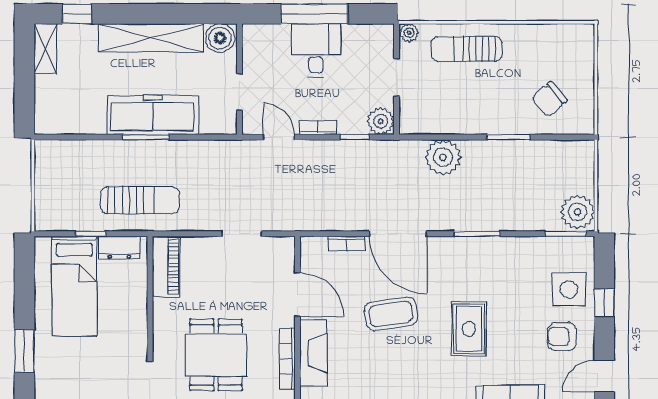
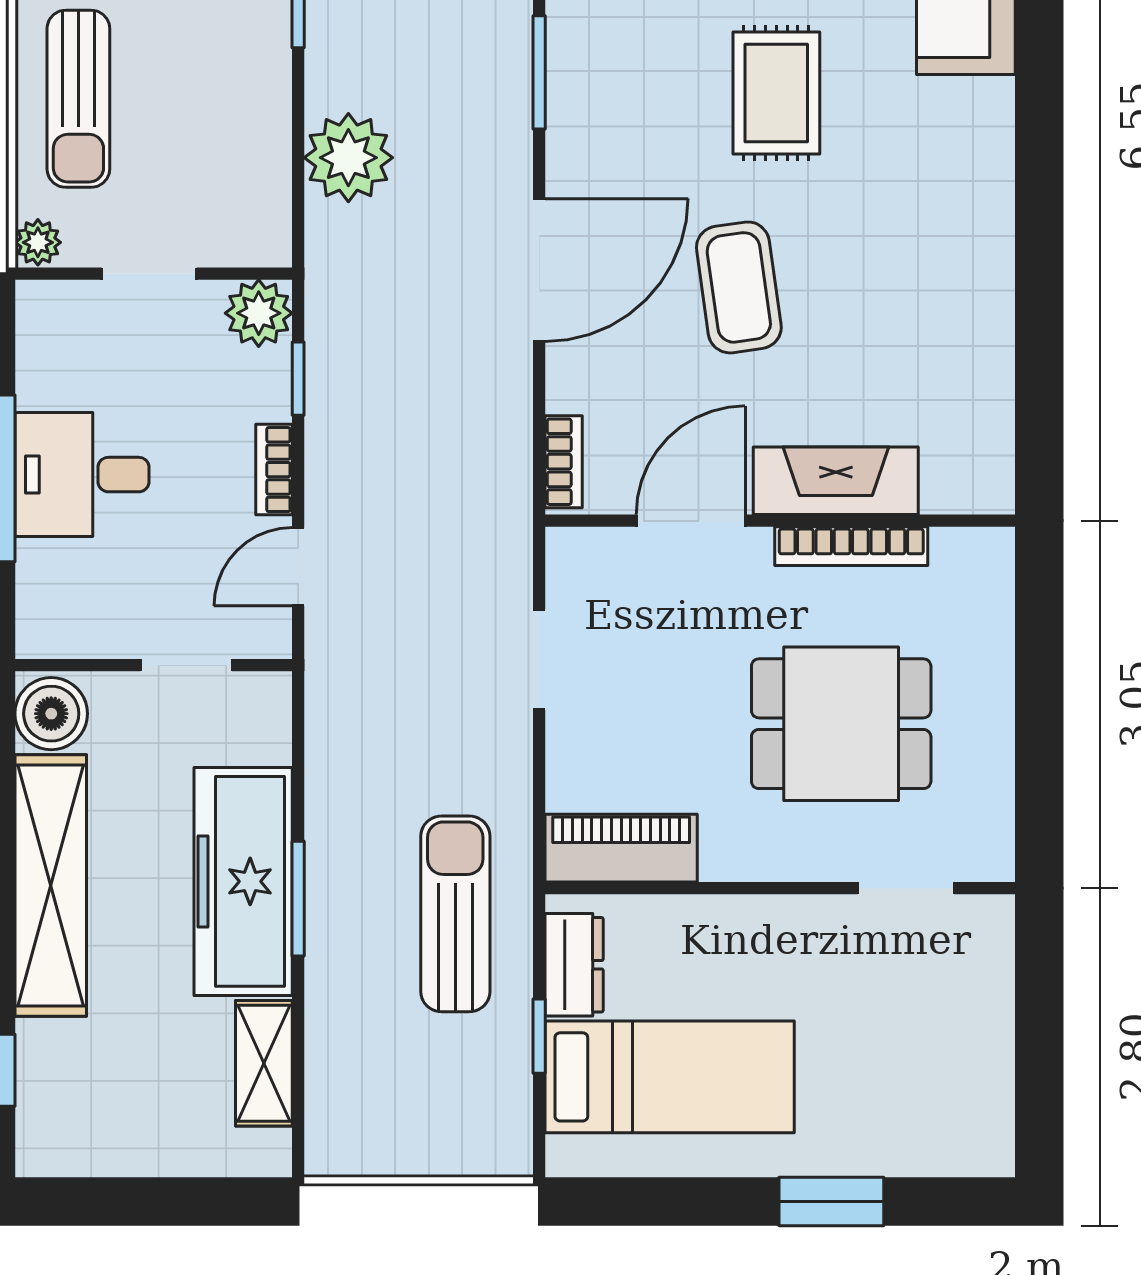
shelving: (45, 49) -> (264, 1063), moved, turned 90
bookcase: (346, 244) -> (564, 462), moved
rug: (469, 329) -> (776, 93), turned 90

